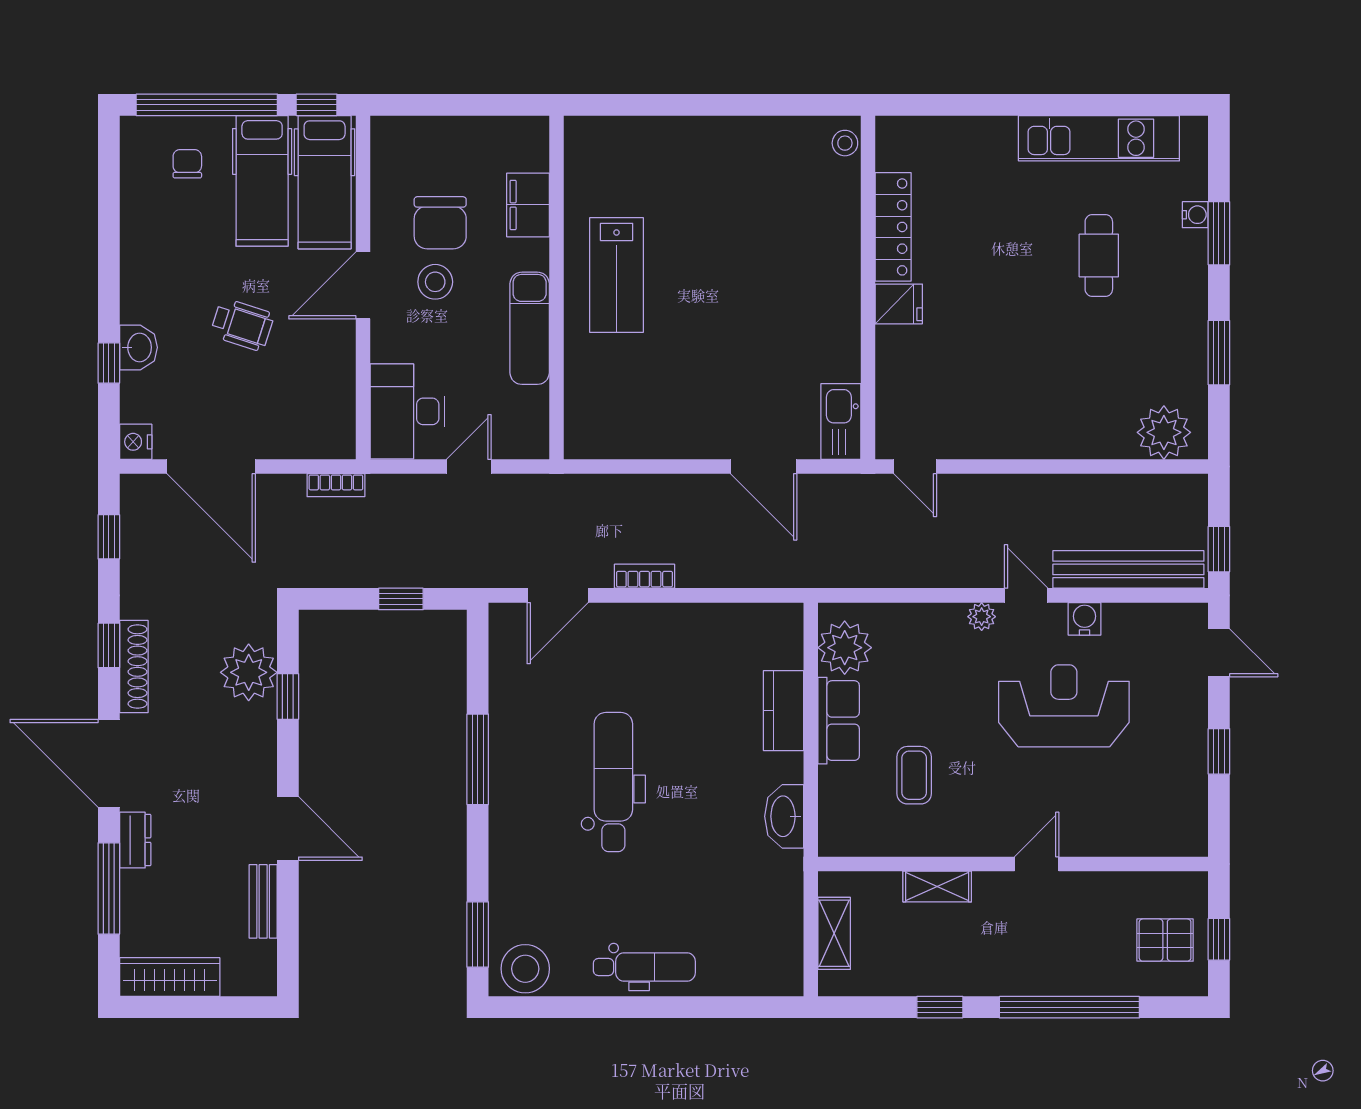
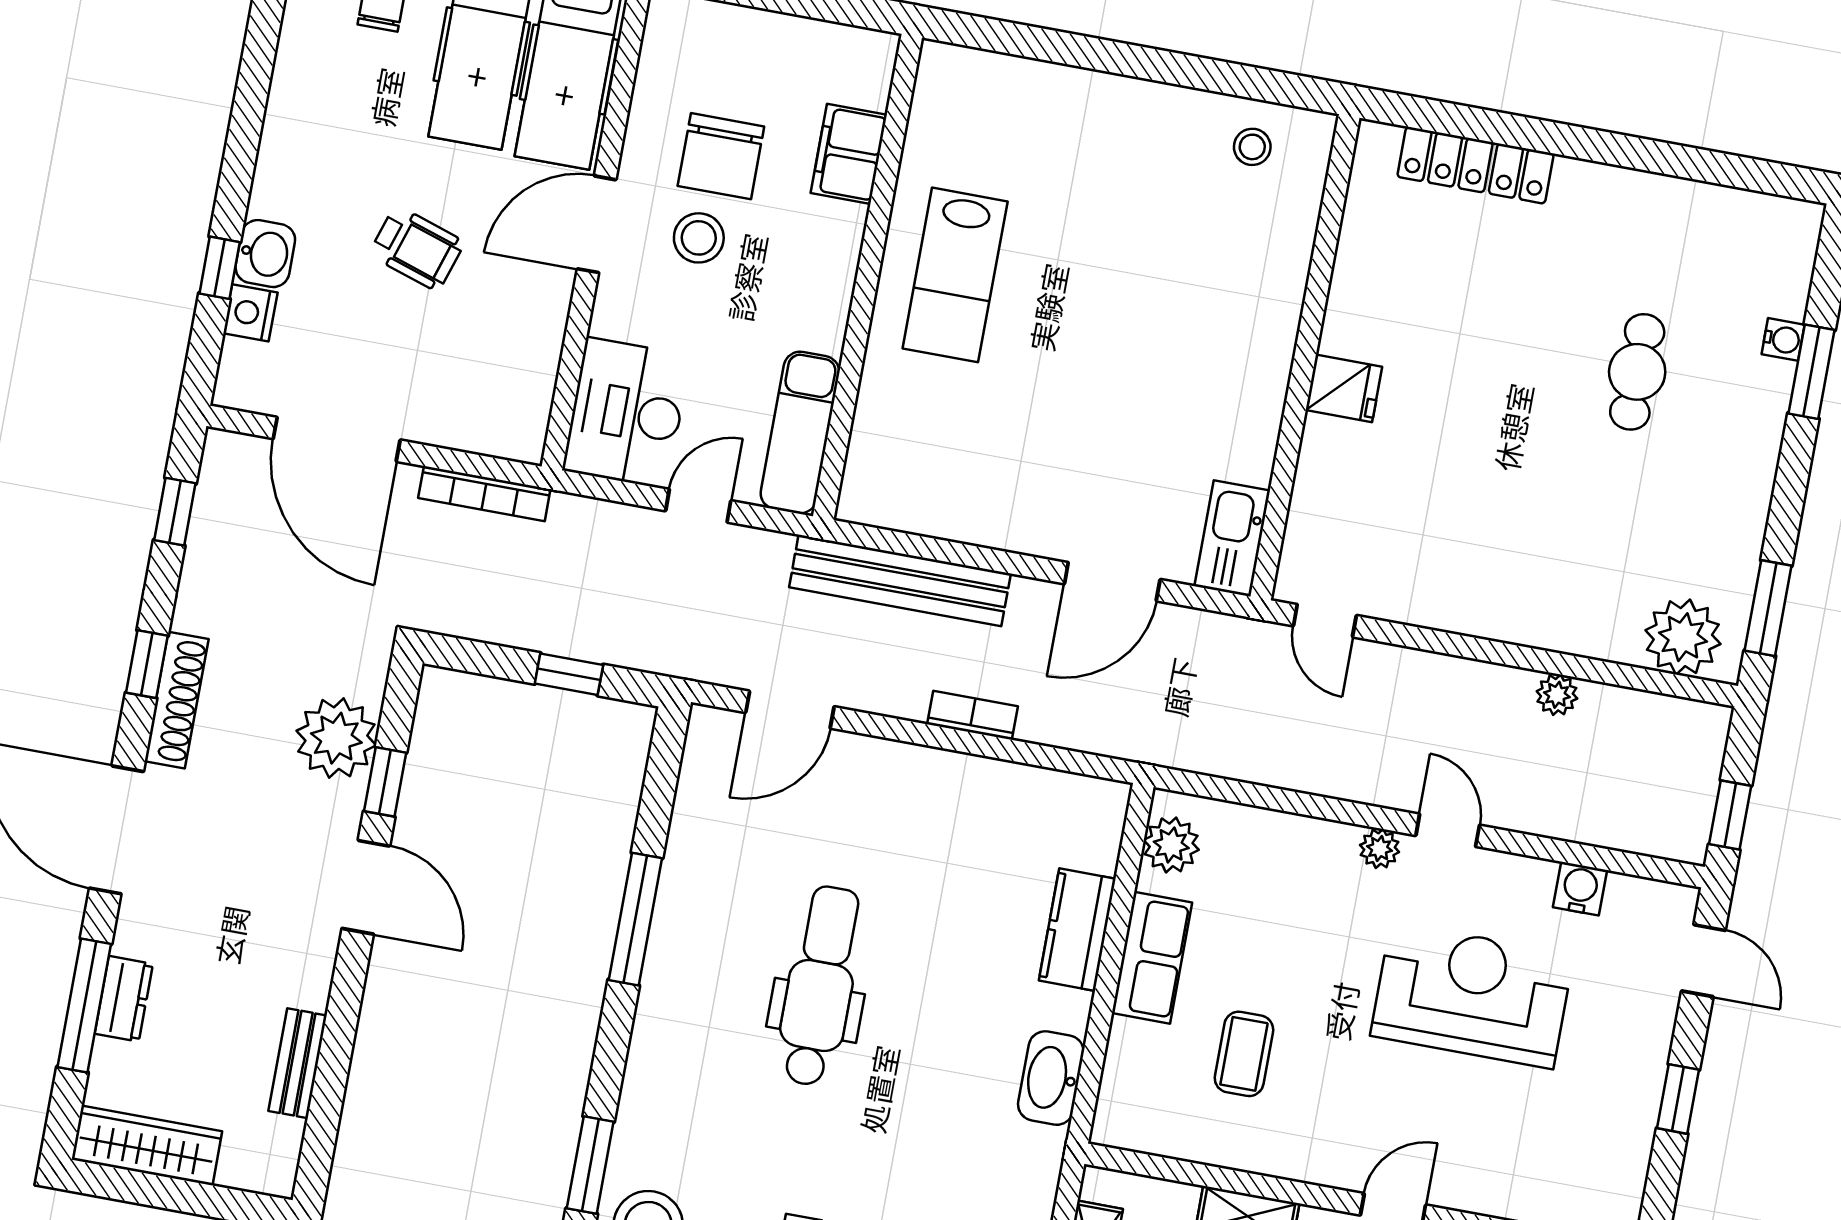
kitchen unit: (1099, 138) -> (1668, 207), removed
stool: (845, 143) -> (1252, 147), moved
locker: (893, 227) -> (1475, 165), moved, turned 90
exam couch: (530, 328) -> (800, 433), moved
window: (1219, 353) -> (1768, 608), moved
nightstand: (136, 442) -> (250, 313), moved
door: (764, 466) -> (1112, 582), hinge flipped
bookcase: (336, 485) -> (484, 494), width x1.56
plant: (1084, 488) -> (1557, 695), added
bench: (1128, 569) -> (900, 580), moved
bookcase: (644, 576) -> (972, 715), moved
water cooler: (1085, 619) -> (1580, 889), moved
plant: (845, 648) -> (1171, 845), width x0.73, depth x0.73
door: (288, 828) -> (366, 887), moved
dresser: (135, 840) -> (124, 999), moved

